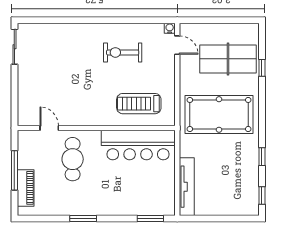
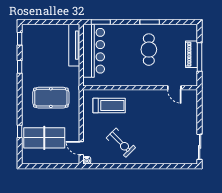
exercise bike: (123, 52) -> (121, 143), turned 45
pool table: (219, 114) -> (51, 98), width x0.73, depth x0.76
bar counter: (138, 145) -> (94, 51), moved, turned 90
cafe table: (73, 159) -> (149, 50), moved
piano: (26, 188) -> (191, 54), moved

